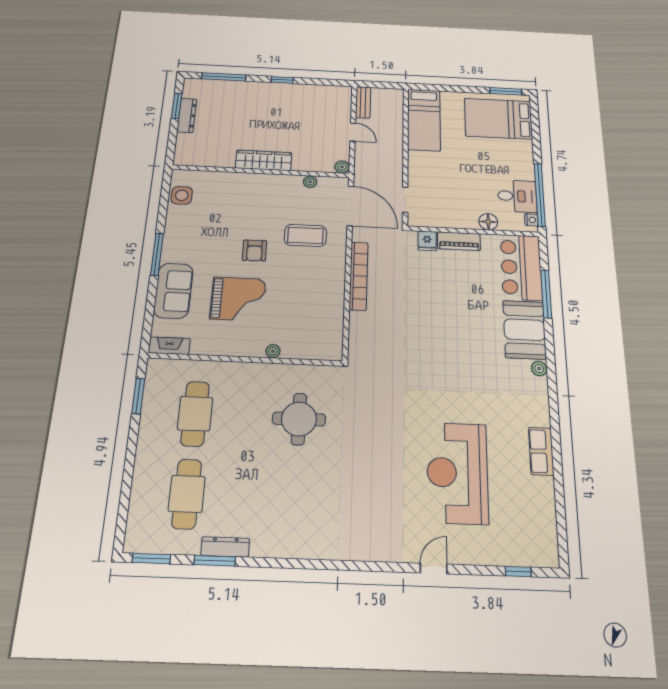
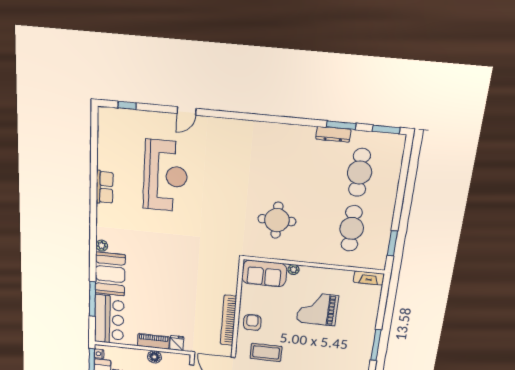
floor lamp: (488, 222) -> (154, 357), moved
armchair: (255, 251) -> (252, 322), moved
sofa: (173, 291) -> (264, 273), moved, turned -90

